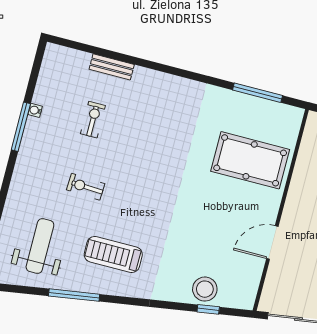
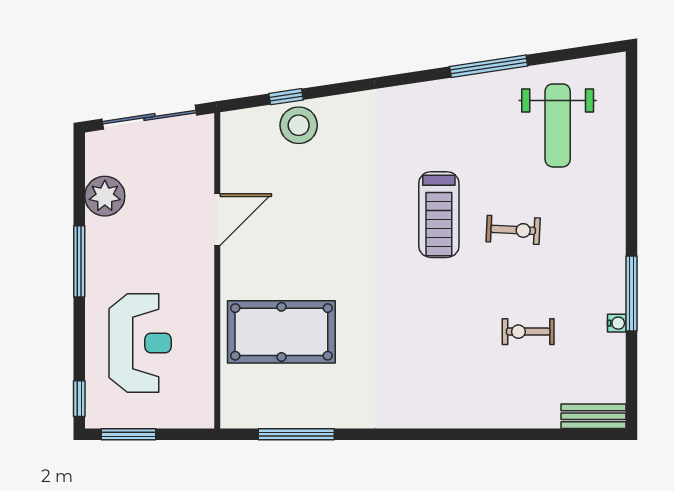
bench: (112, 67) -> (594, 416), moved
exercise bike: (93, 120) -> (528, 332), turned 90
treadmill: (113, 254) -> (439, 215), moved, turned 90

